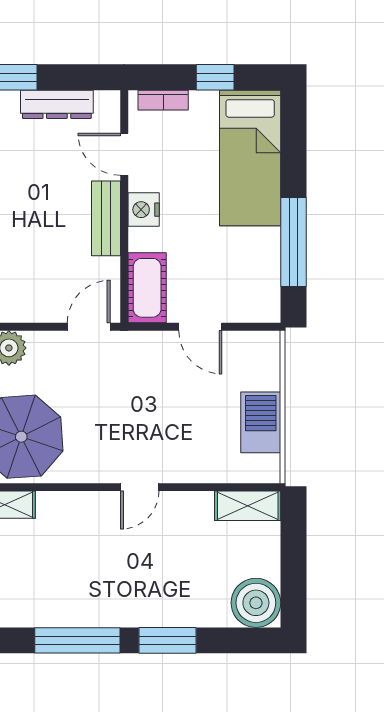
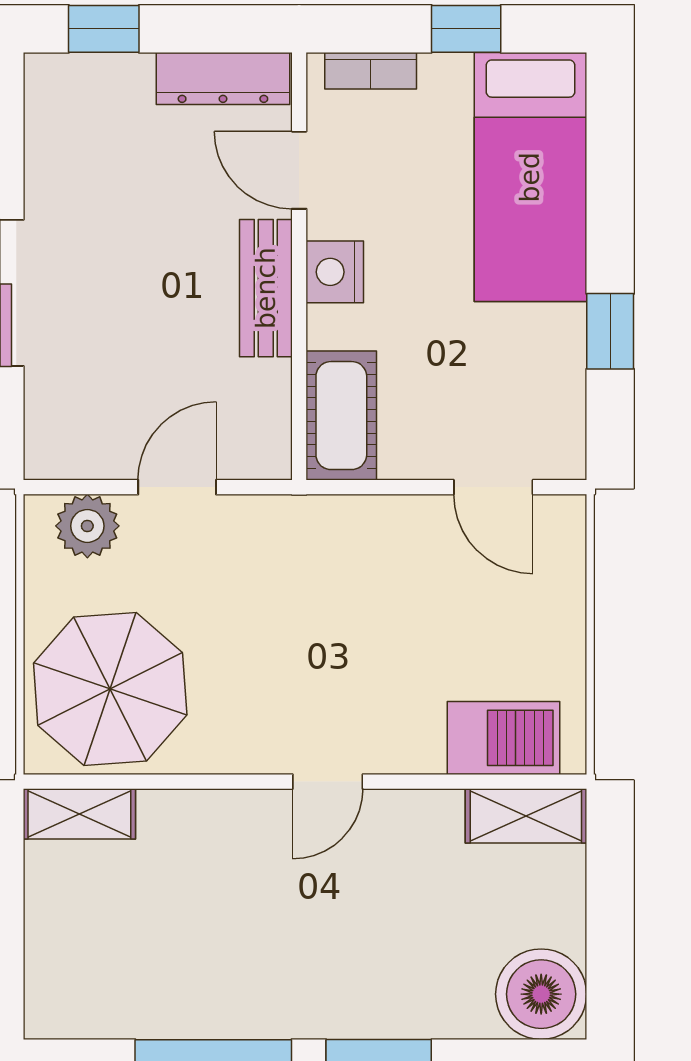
dresser: (57, 104) -> (223, 79), moved
window: (293, 242) -> (610, 331), width x0.46
door: (89, 327) -> (177, 487), moved
door: (200, 327) -> (493, 487), moved
barbecue: (261, 422) -> (503, 738), moved, turned 90

